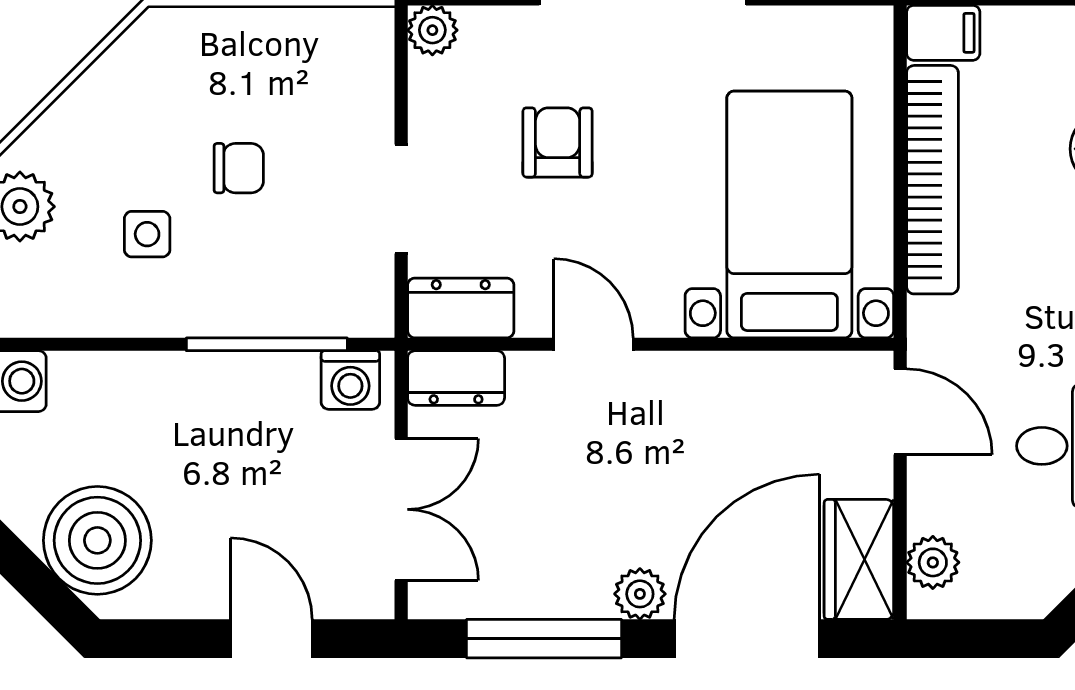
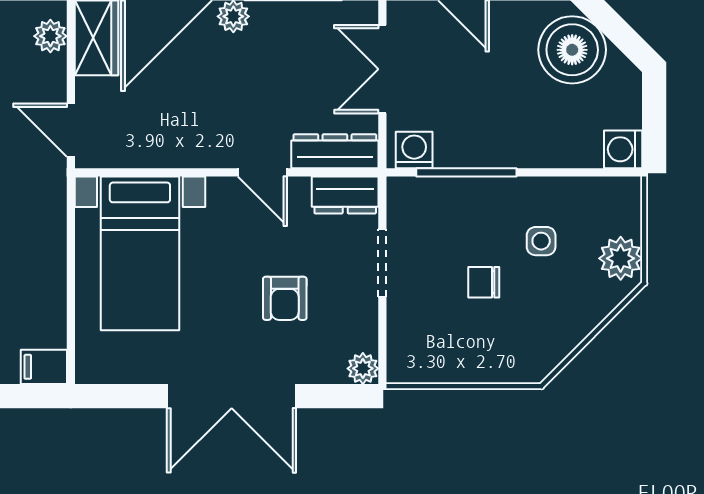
bookcase: (932, 180) -> (51, 275), removed
dresser: (456, 378) -> (335, 151), width x1.44

